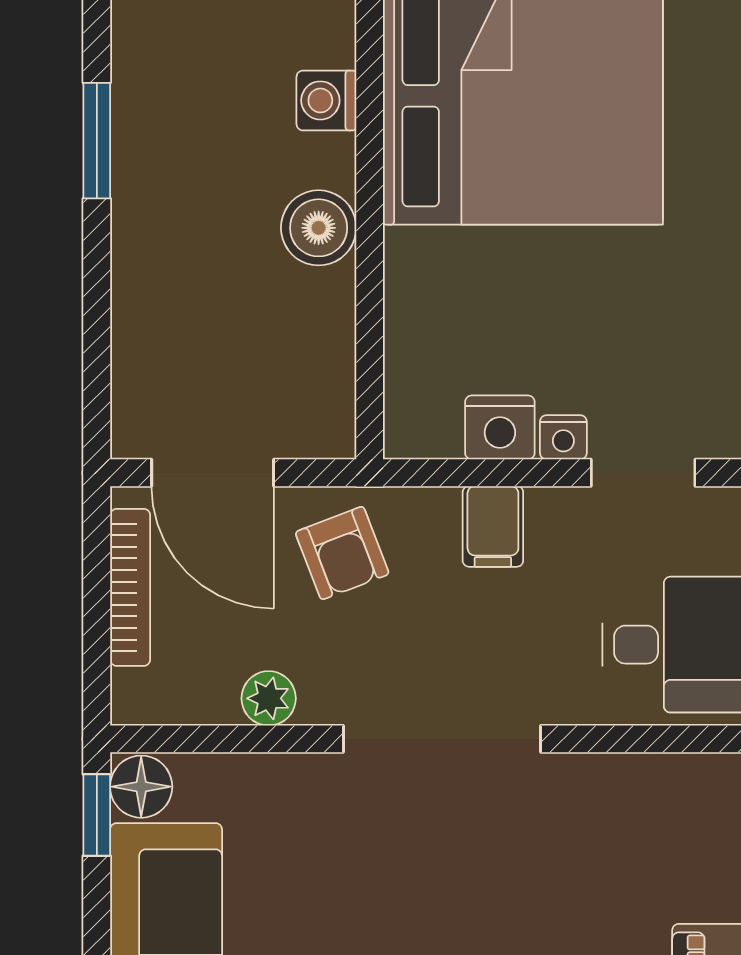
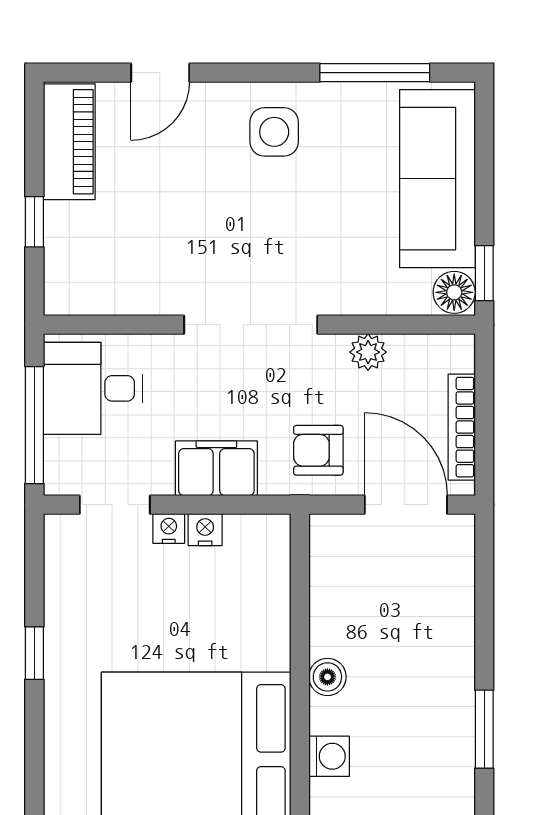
boiler: (319, 228) -> (327, 677), width x0.73, depth x0.73
nightstand: (500, 427) -> (205, 530), width x0.72, depth x0.74
filing cabinet: (493, 526) -> (216, 468), width x2.00
armchair: (342, 553) -> (318, 450), turned -69

